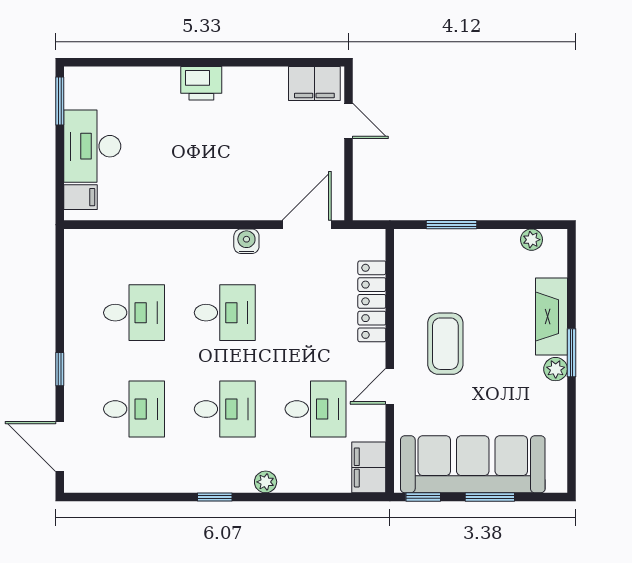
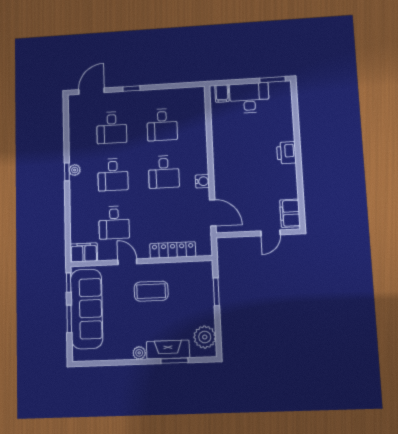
plant: (531, 240) -> (205, 337), width x1.88, depth x1.88
window: (571, 353) -> (174, 361), moved
plant: (266, 482) -> (75, 170), moved

